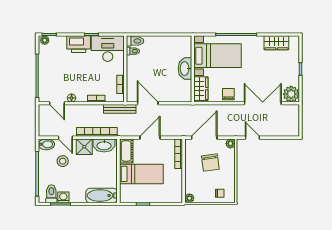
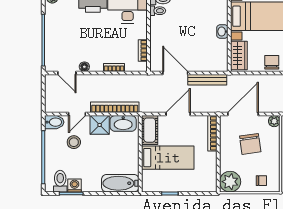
washbasin: (185, 69) -> (222, 32), width x0.52, depth x0.69
bench: (120, 109) -> (207, 80), moved
door: (65, 138) -> (77, 114), hinge flipped
plant: (189, 198) -> (230, 182), width x1.87, depth x1.87

